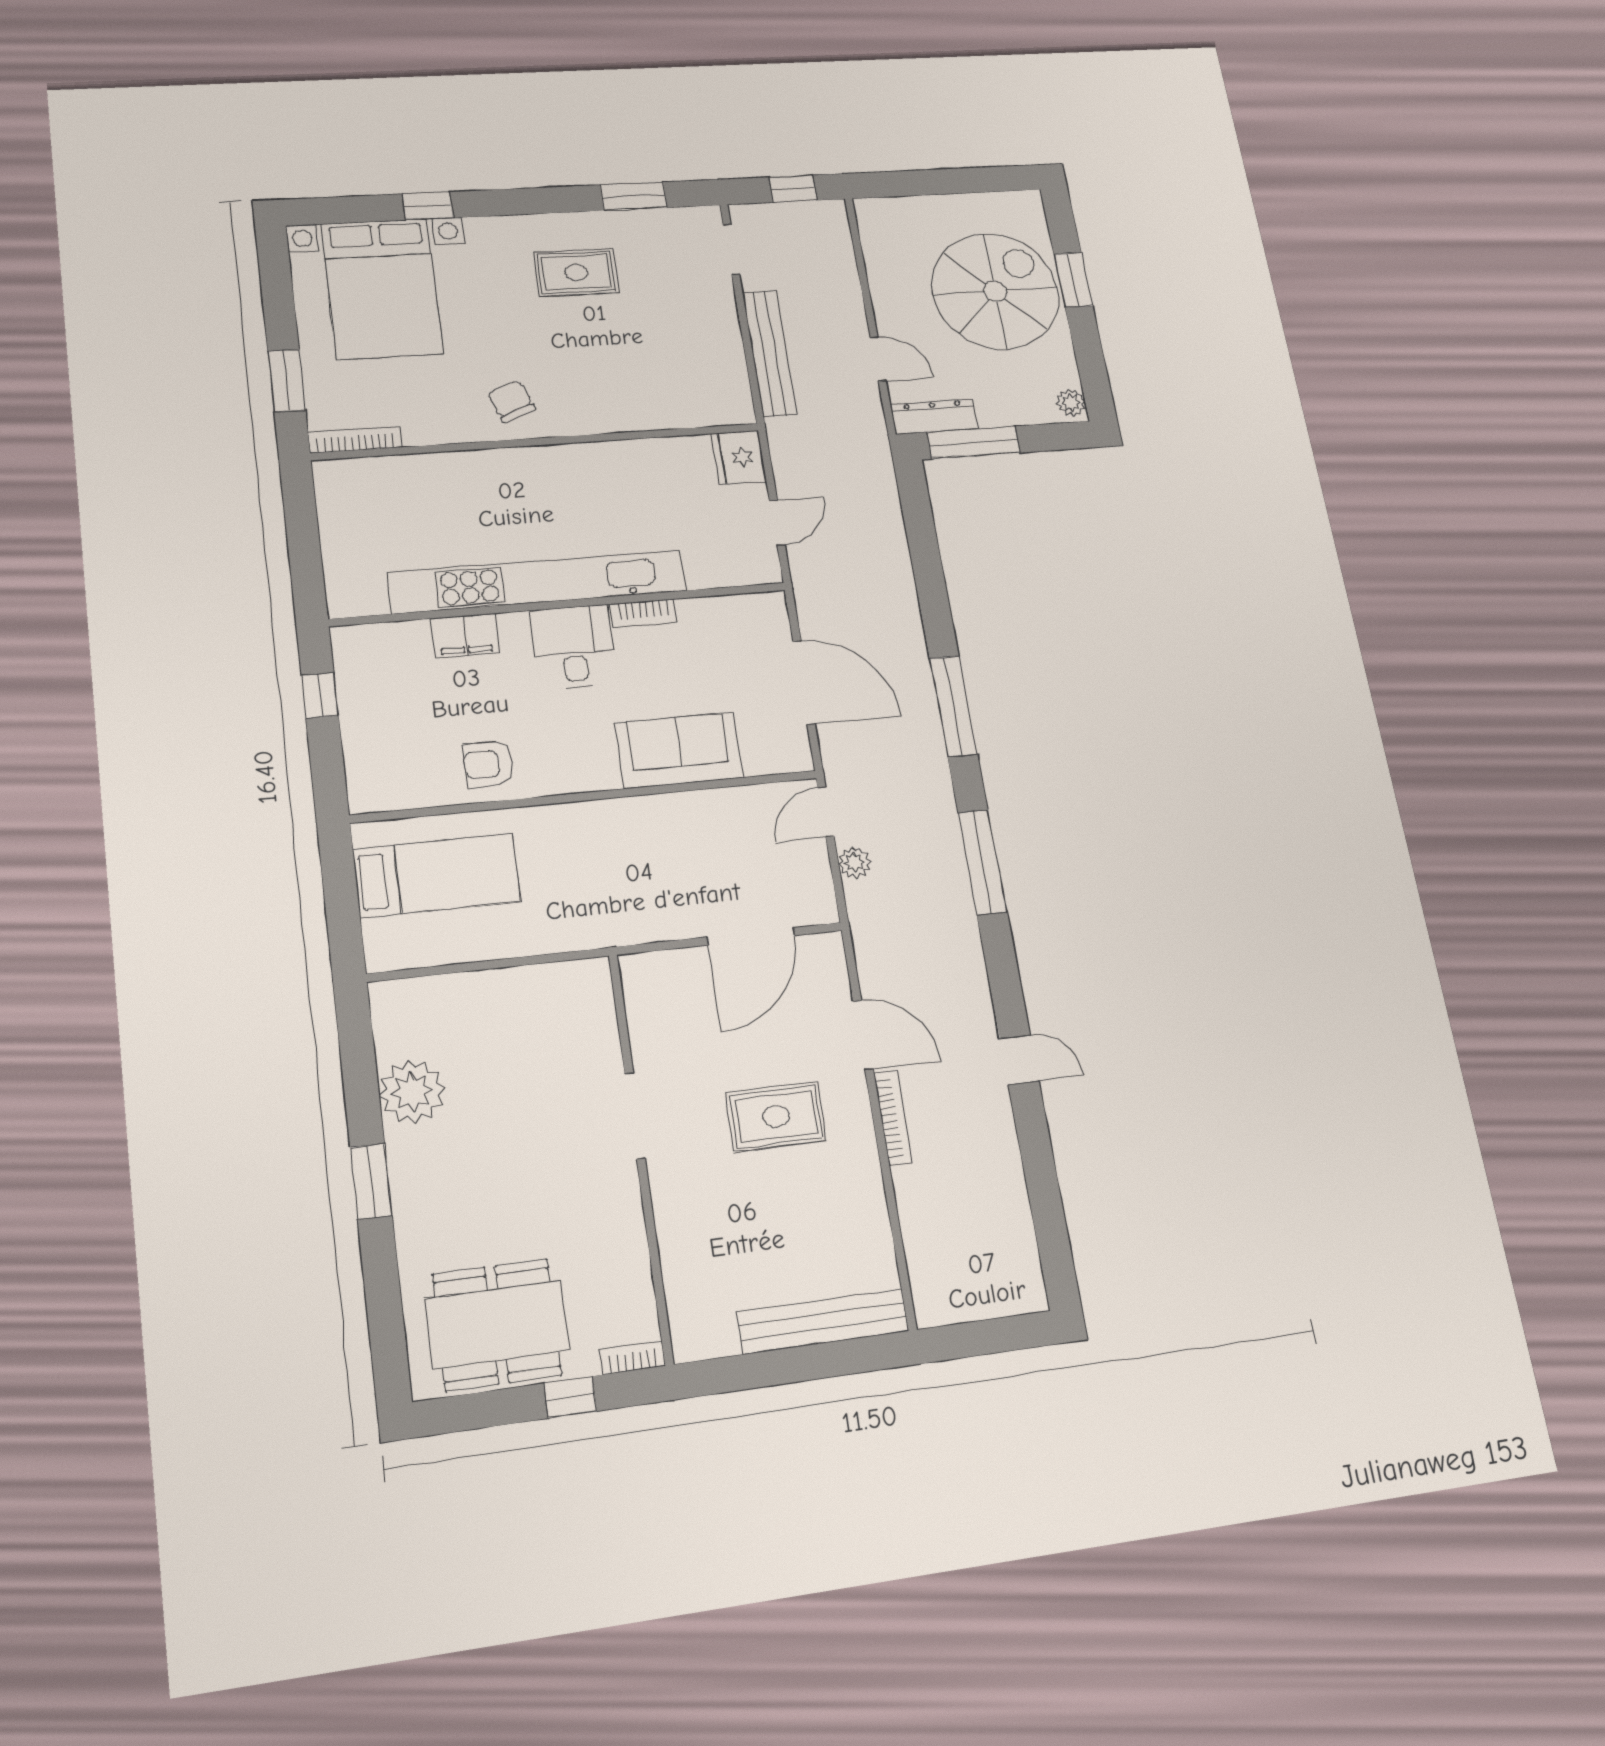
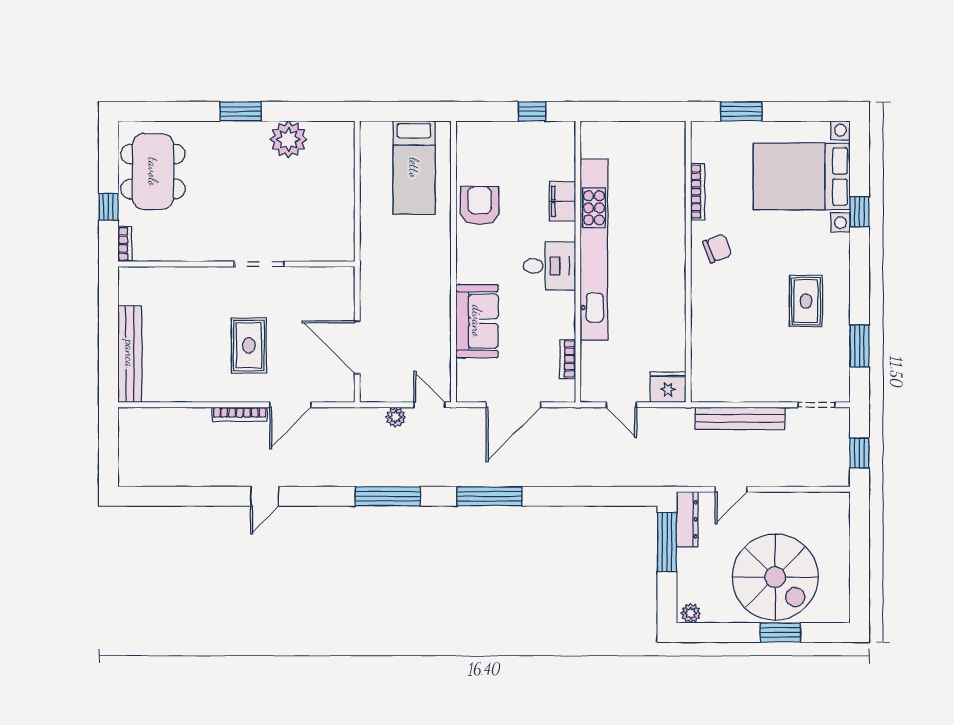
bookcase: (355, 440) -> (698, 192), moved
bookcase: (643, 613) -> (568, 359), moved
armchair: (488, 764) -> (480, 206), width x1.38, depth x1.38

